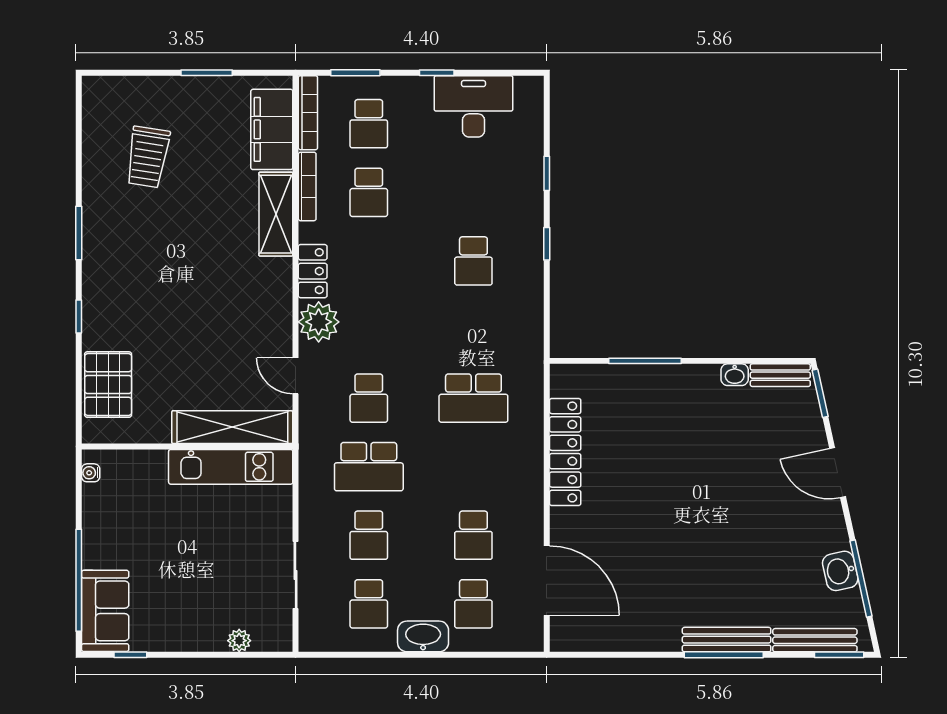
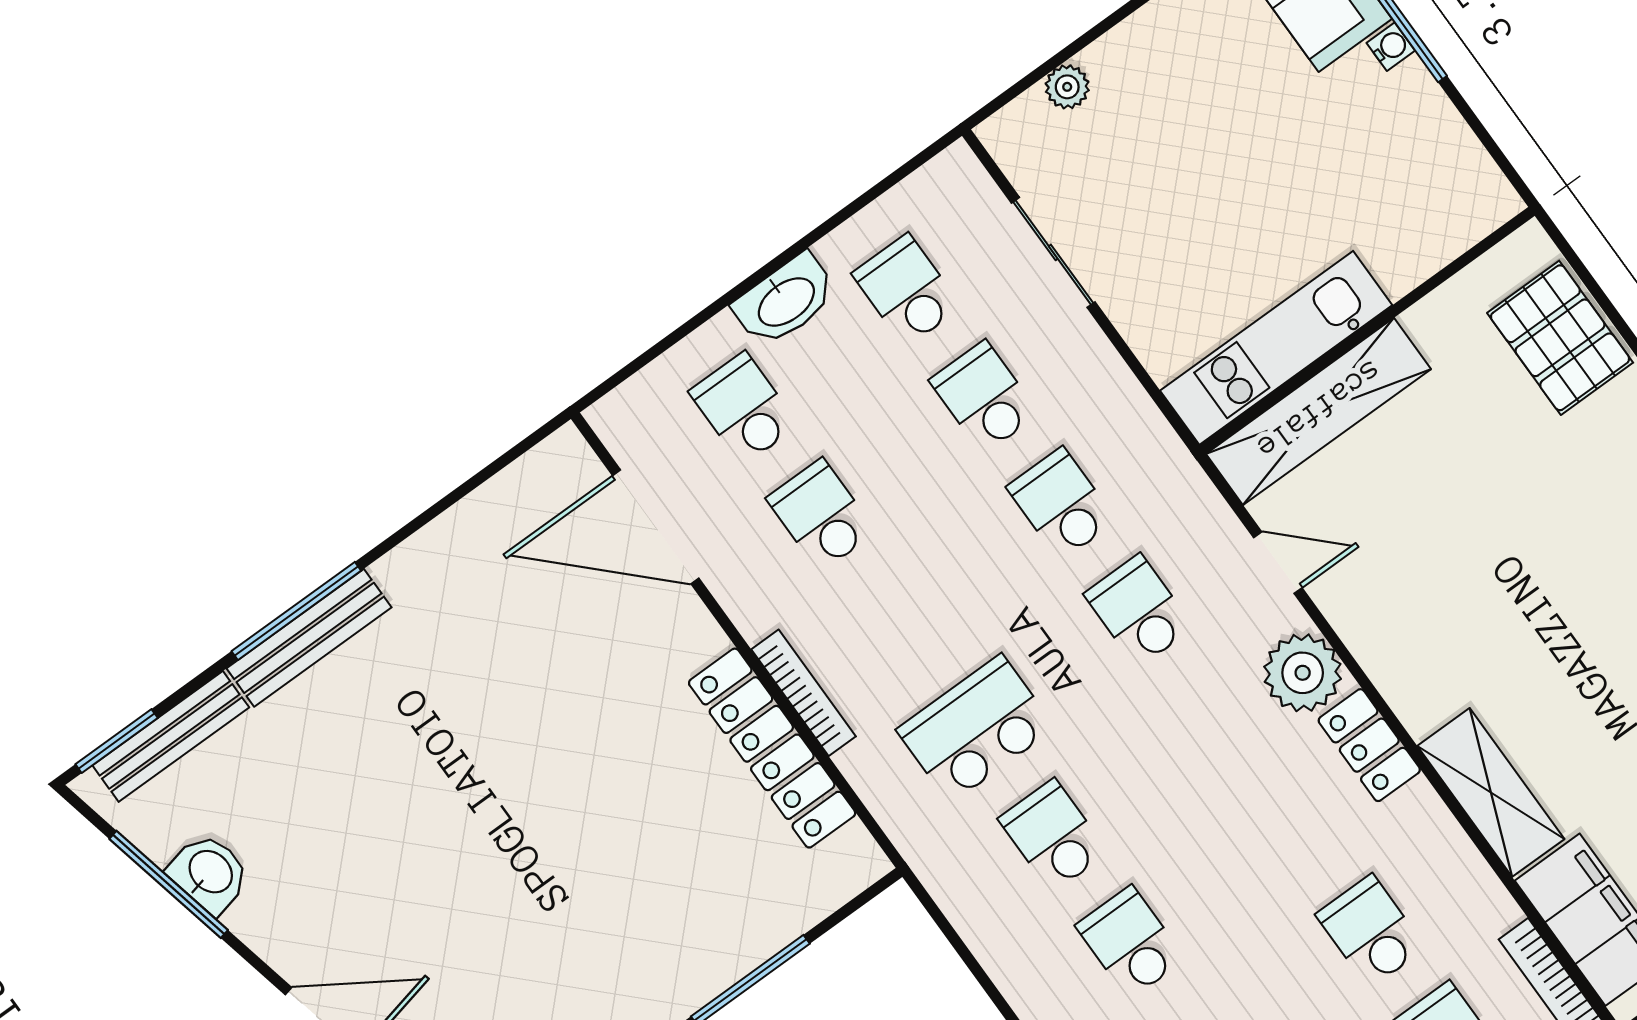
bookcase: (307, 186) -> (804, 693), moved, turned 180
school desk: (473, 329) -> (1053, 836), added
school desk: (369, 467) -> (1061, 504), width x0.54
water cooler: (91, 473) -> (1391, 47), moved

